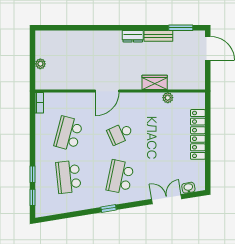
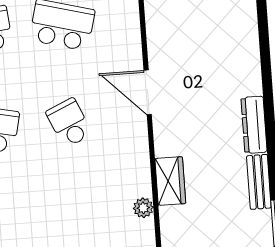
dresser: (133, 36) -> (254, 125), width x1.44

